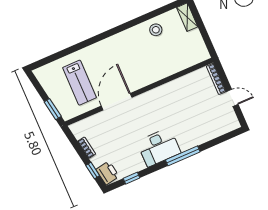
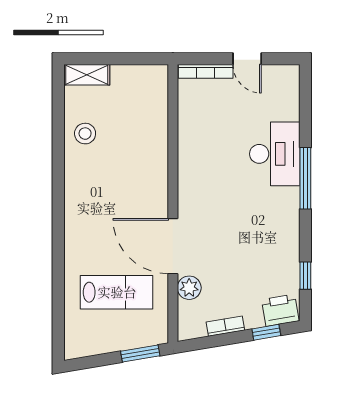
door: (232, 98) -> (247, 59), swing flipped
plant: (99, 120) -> (189, 288), added
desk: (159, 147) -> (275, 154), moved

